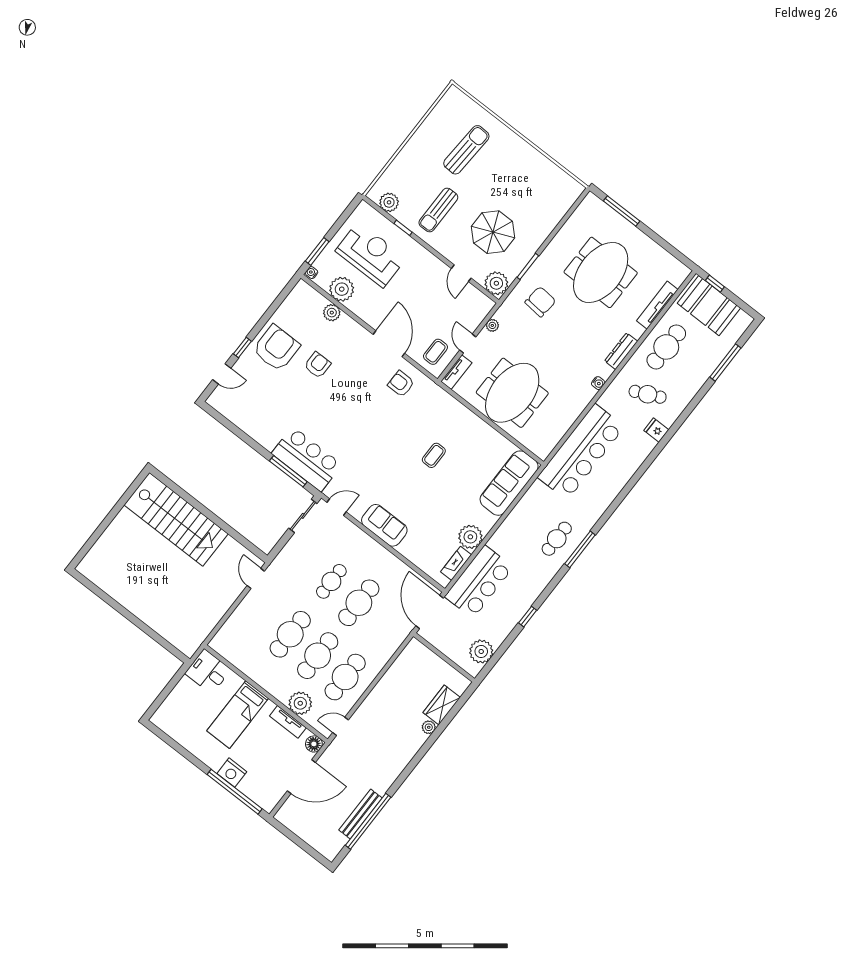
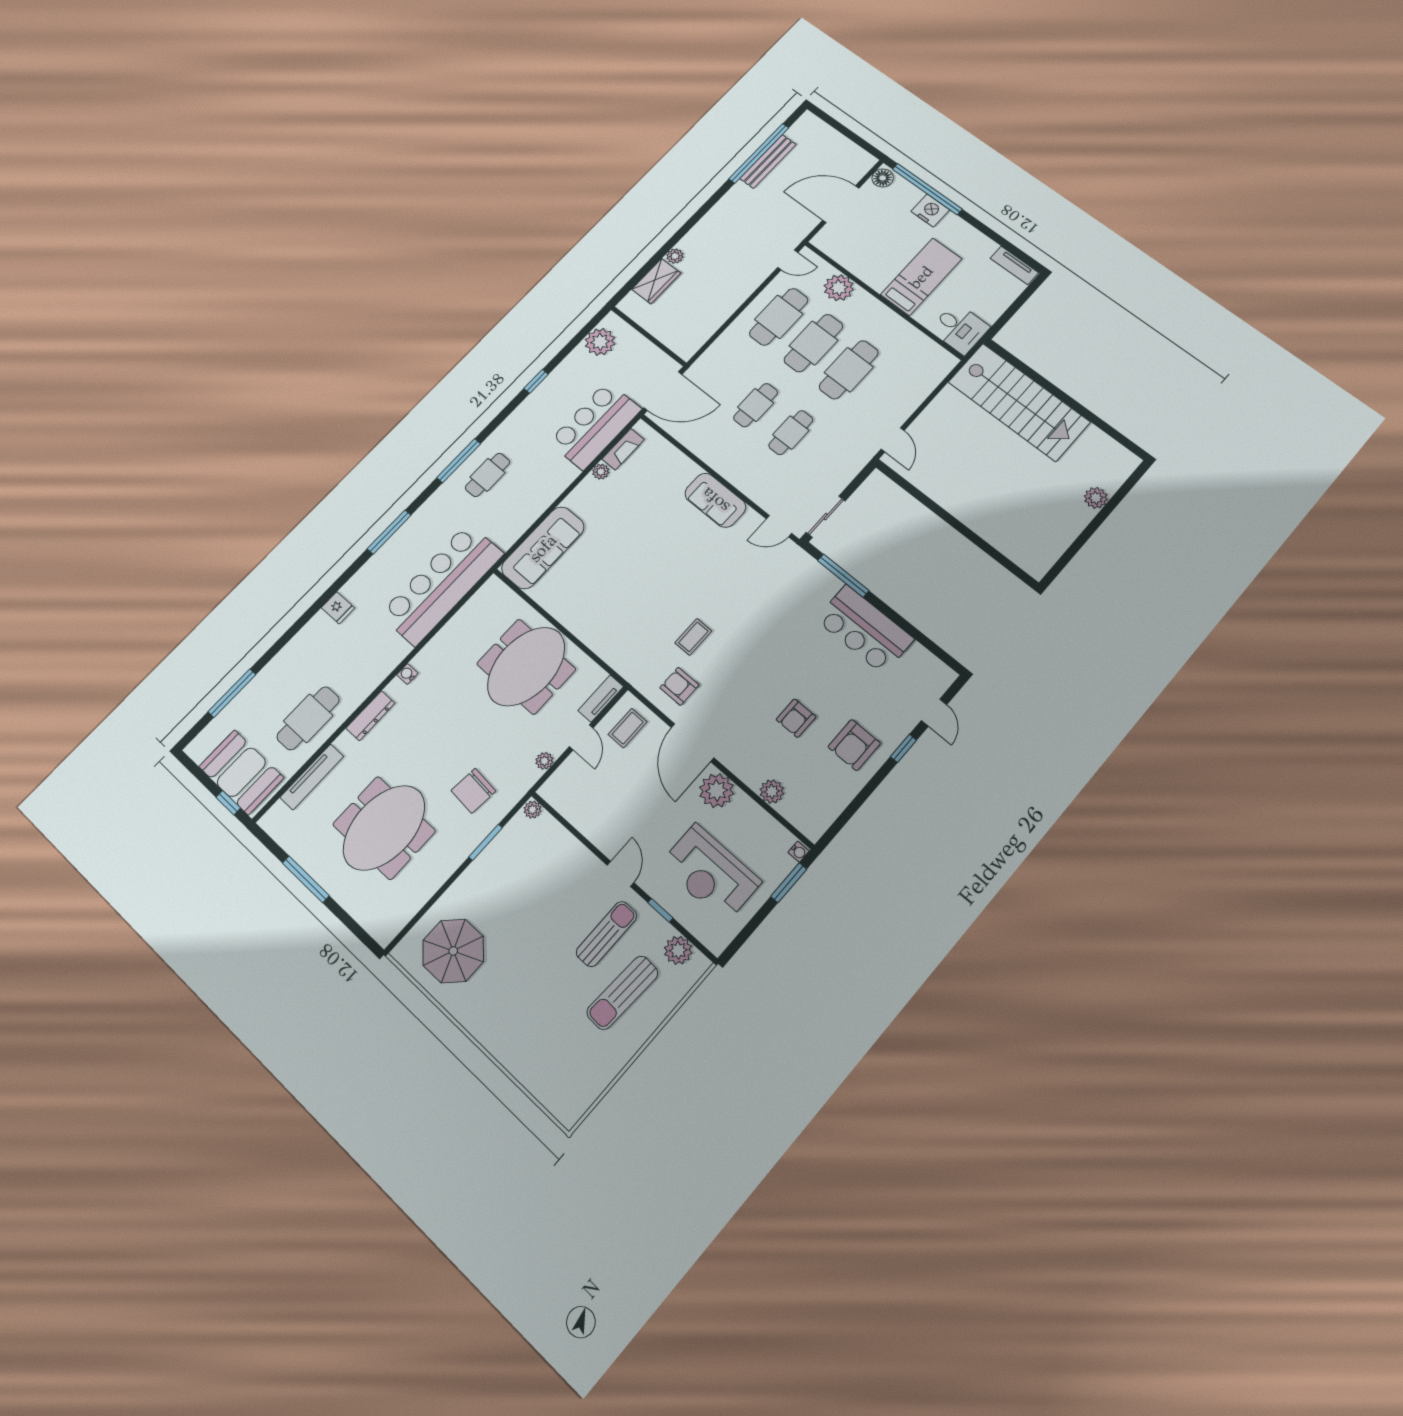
sun lounger: (466, 150) -> (622, 993), moved
window: (622, 211) -> (306, 879), moved
parasol: (493, 232) -> (453, 951), moved
door: (461, 273) -> (620, 874), moved
plant: (496, 283) -> (533, 810), width x0.53, depth x0.53
plant: (342, 289) -> (717, 791), moved
armchair: (276, 348) -> (854, 745), width x0.73, depth x0.73
door: (222, 374) -> (934, 713), swing flipped
armchair: (401, 384) -> (679, 686), turned 180
cafe table: (648, 394) -> (343, 656), removed
coffee table: (434, 455) -> (693, 637), moved
bar counter: (307, 459) -> (865, 629), moved
window: (626, 490) -> (389, 532), added
stairs: (176, 519) -> (1019, 402), moved, turned 180
plant: (470, 537) -> (601, 472), width x0.53, depth x0.53
plant: (109, 538) -> (1096, 498), added
cafe table: (359, 603) -> (756, 405), width x0.73, depth x0.74
door: (430, 612) -> (663, 391), hinge flipped
tv unit: (288, 722) -> (1014, 265), moved, turned 180
floor lamp: (314, 744) -> (883, 178), moved

